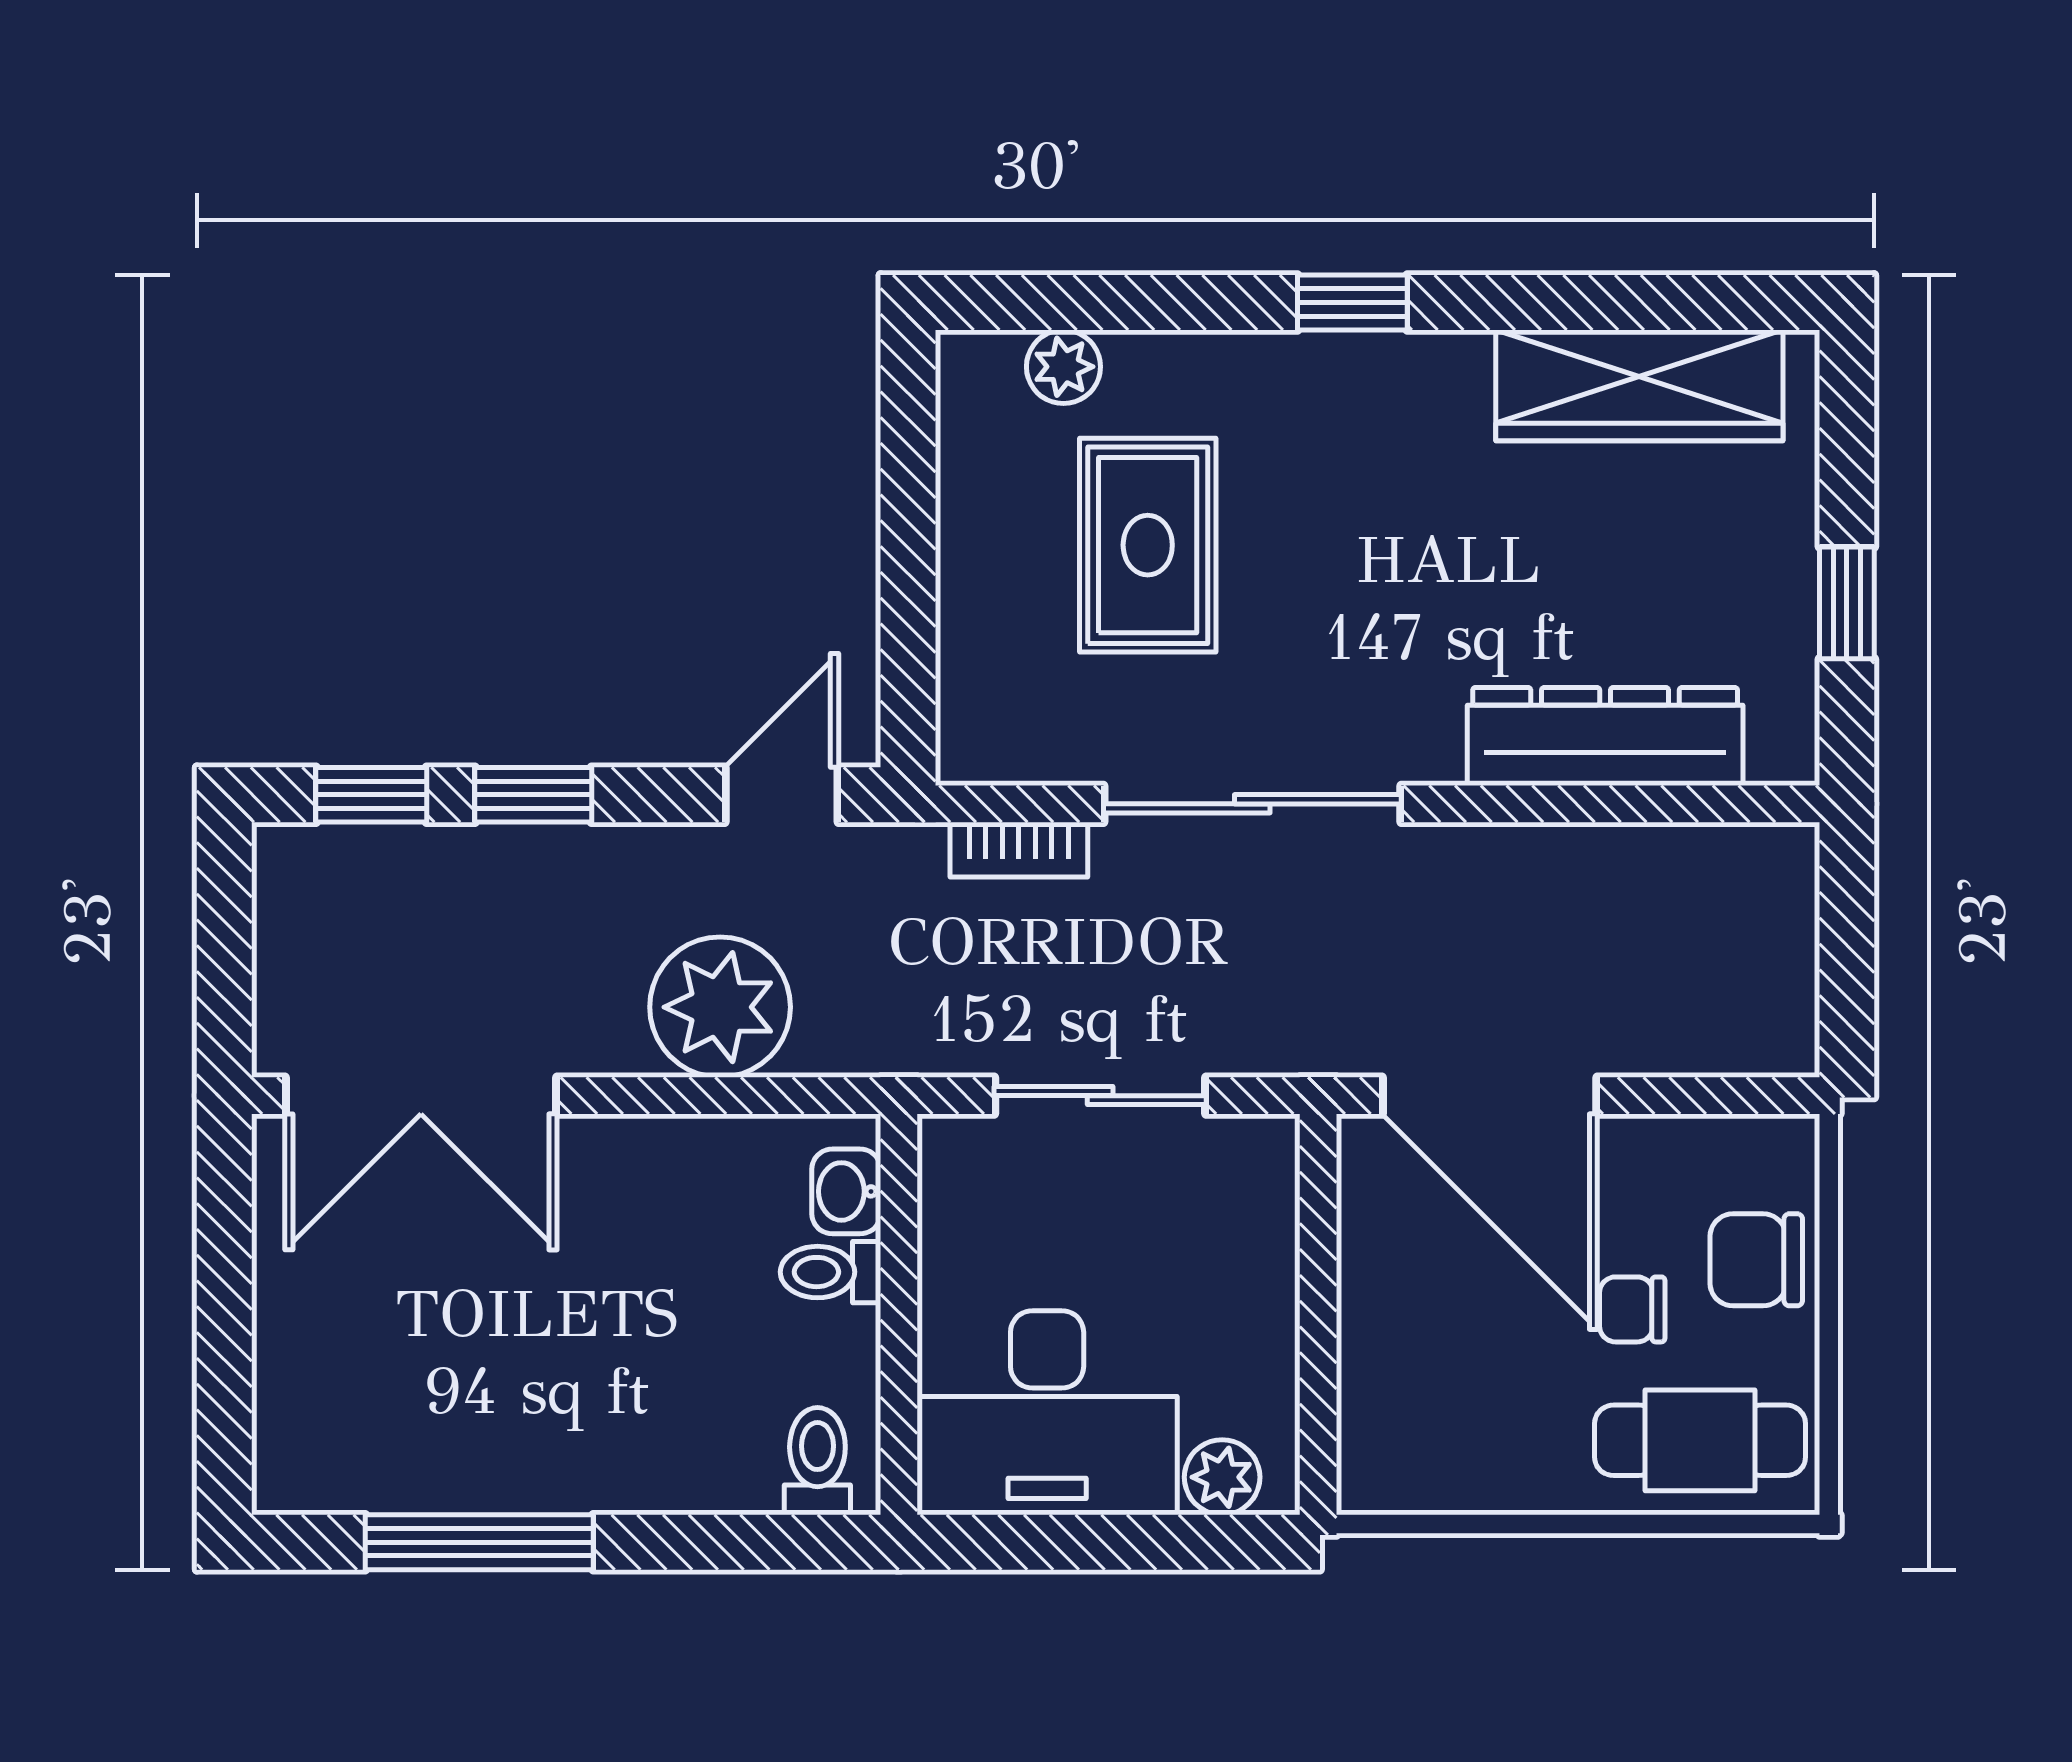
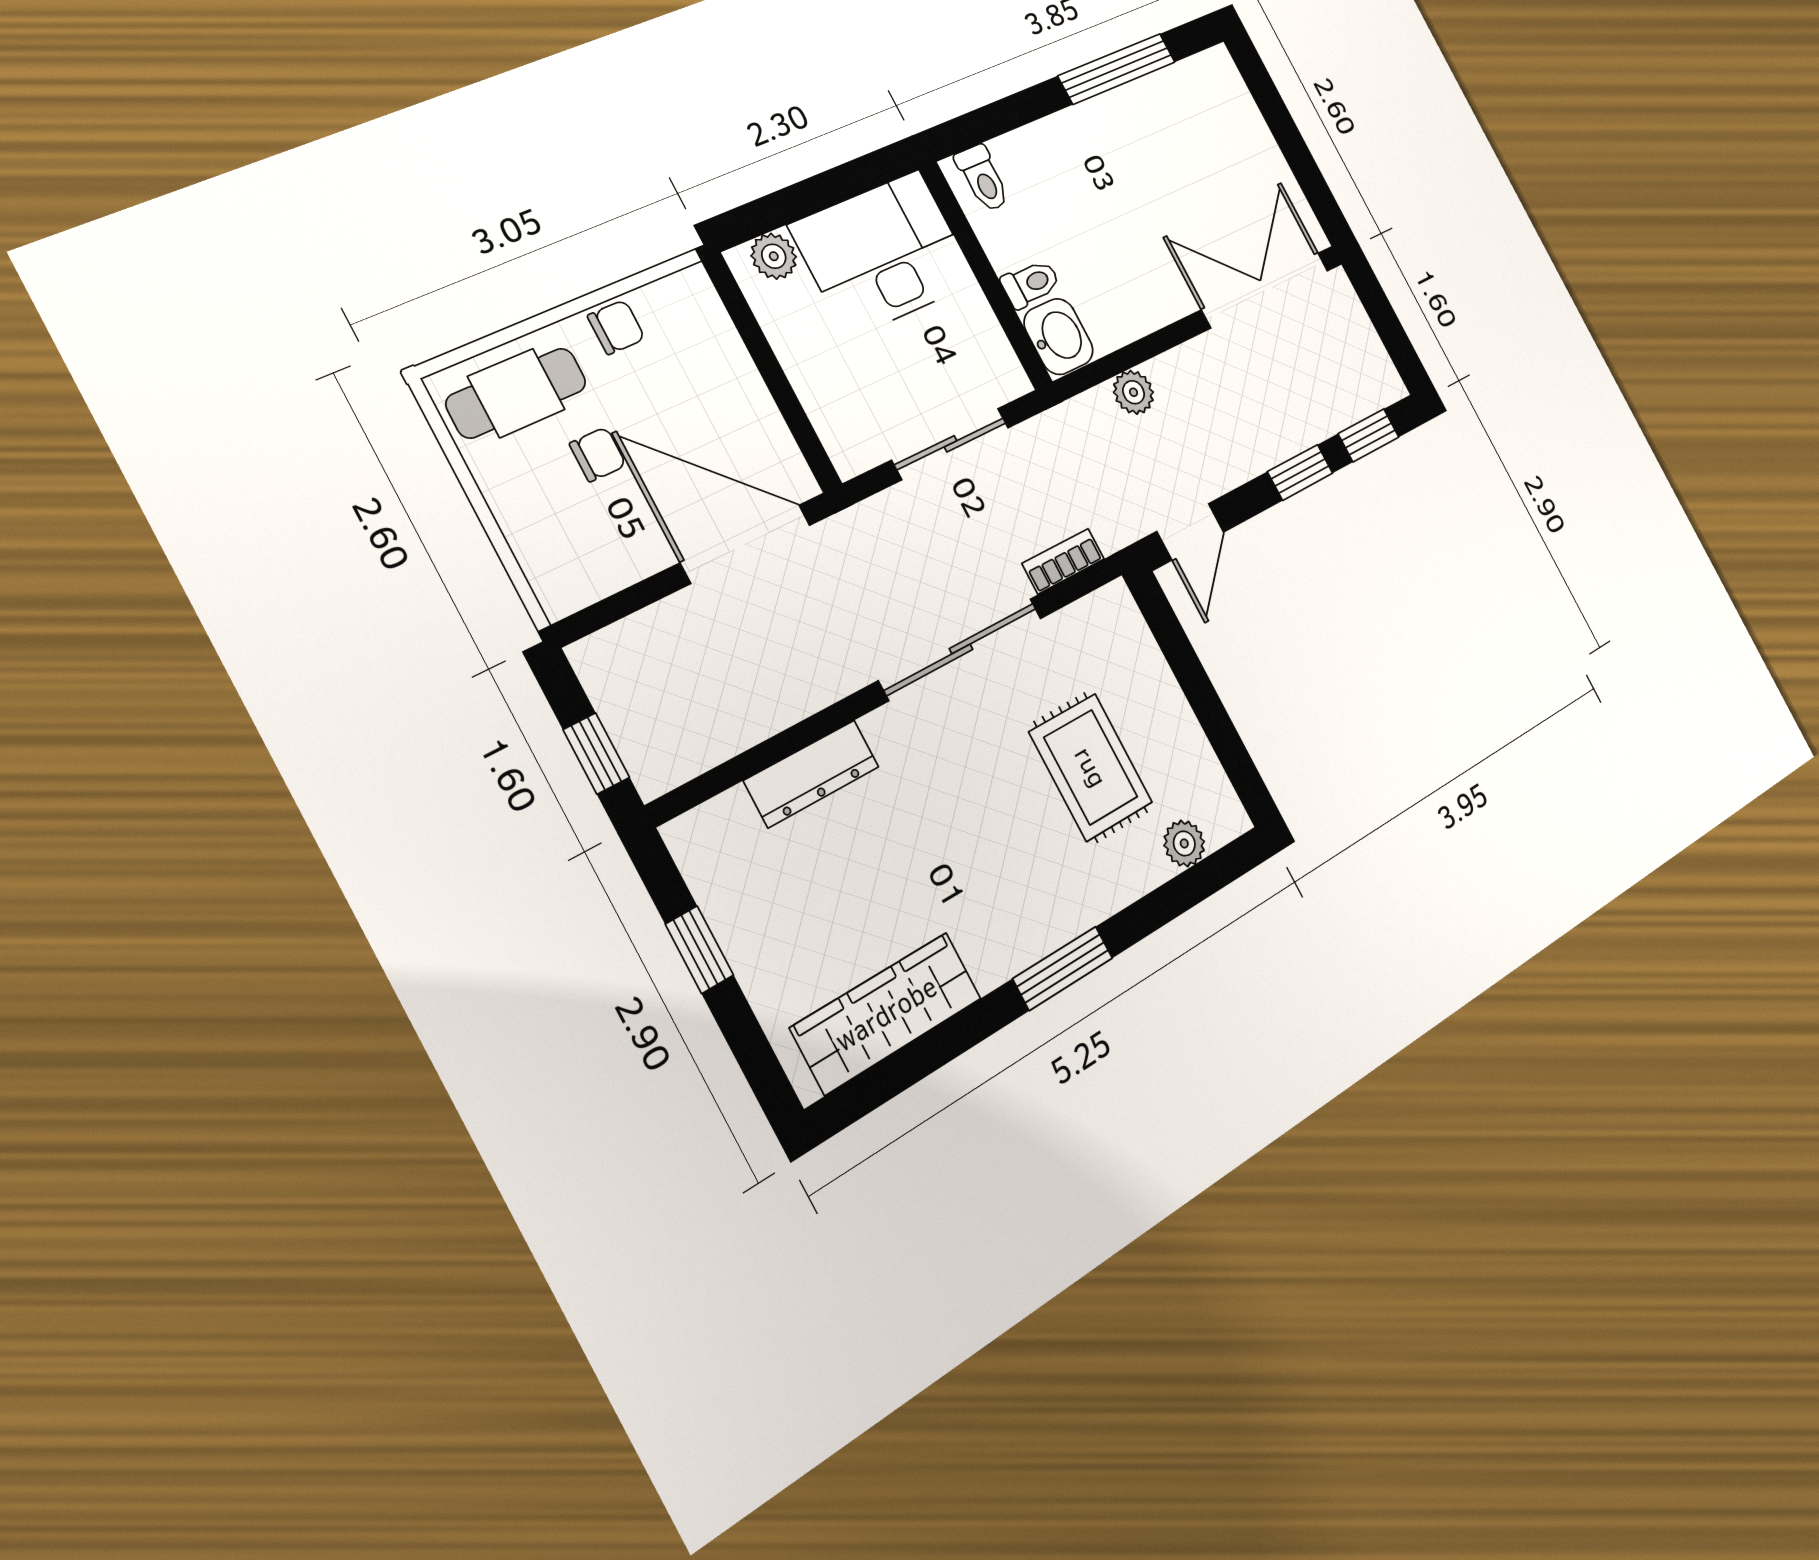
window: (1352, 302) -> (1063, 968), width x1.50
dresser: (1605, 736) -> (812, 774), width x0.73, depth x0.80
window: (1847, 920) -> (596, 753), added
plant: (720, 1007) -> (1134, 392), width x0.53, depth x0.53
washbasin: (846, 1191) -> (1058, 337), width x1.38, depth x1.45
chair: (1756, 1260) -> (616, 327), moved, width x0.73, depth x0.73

